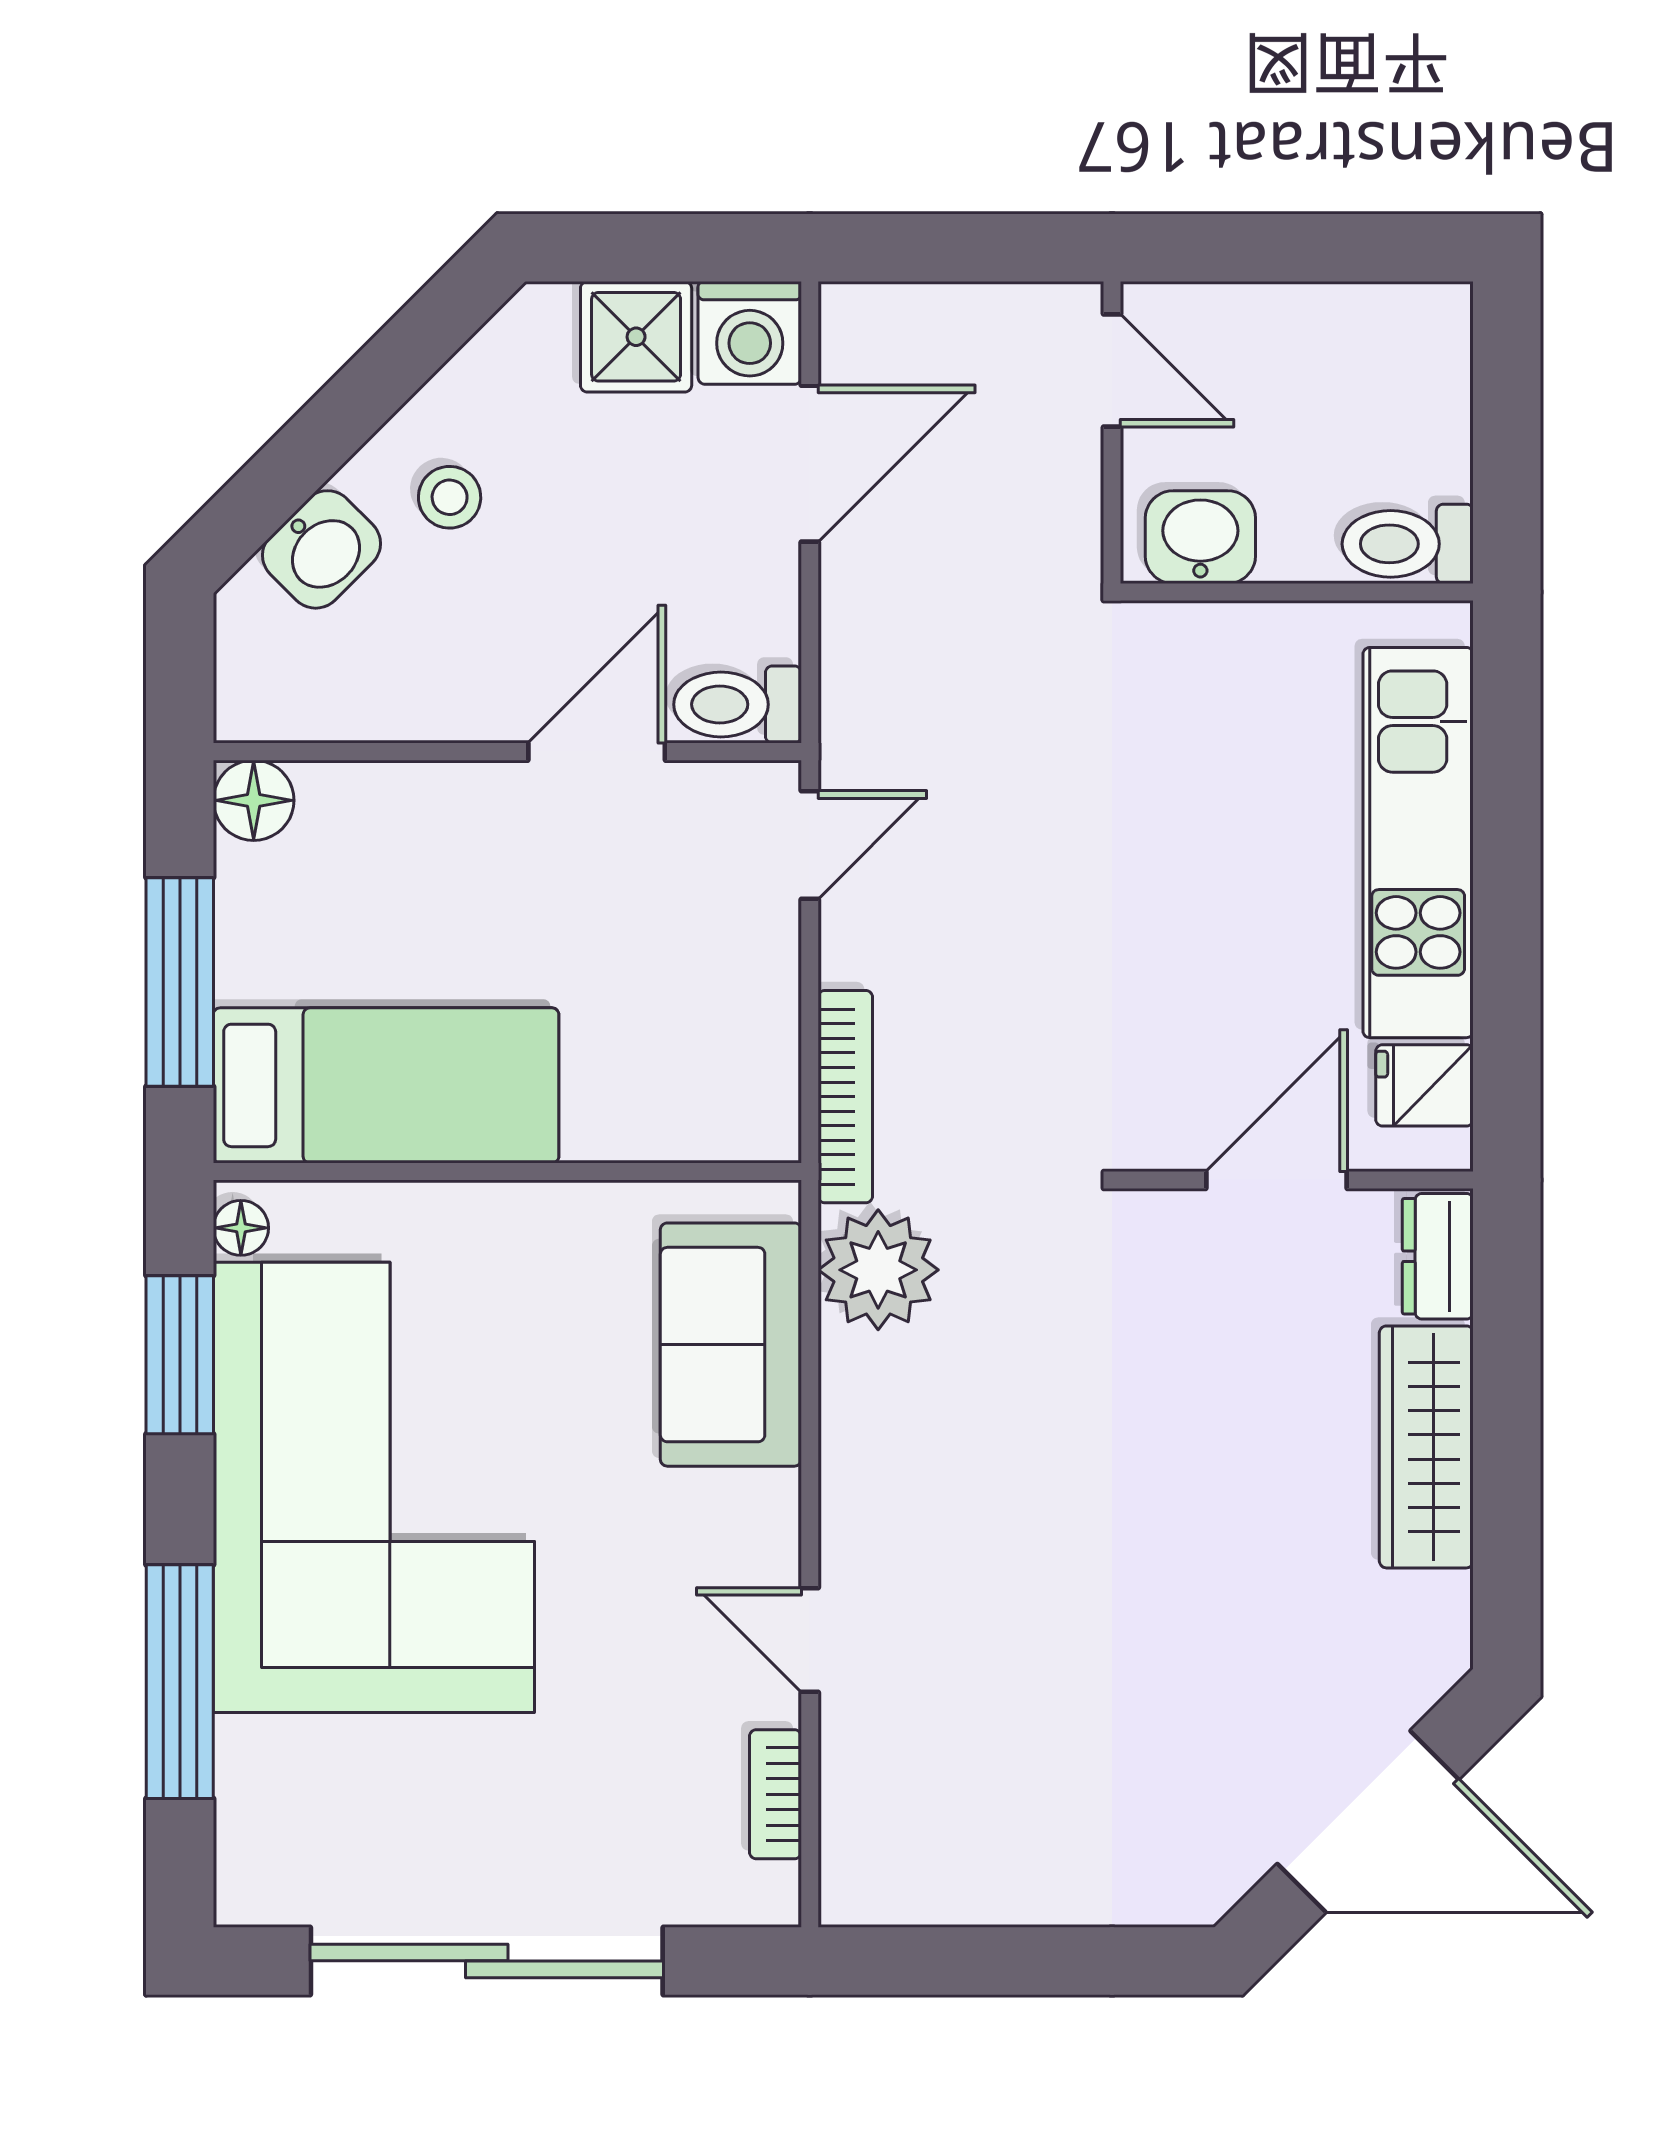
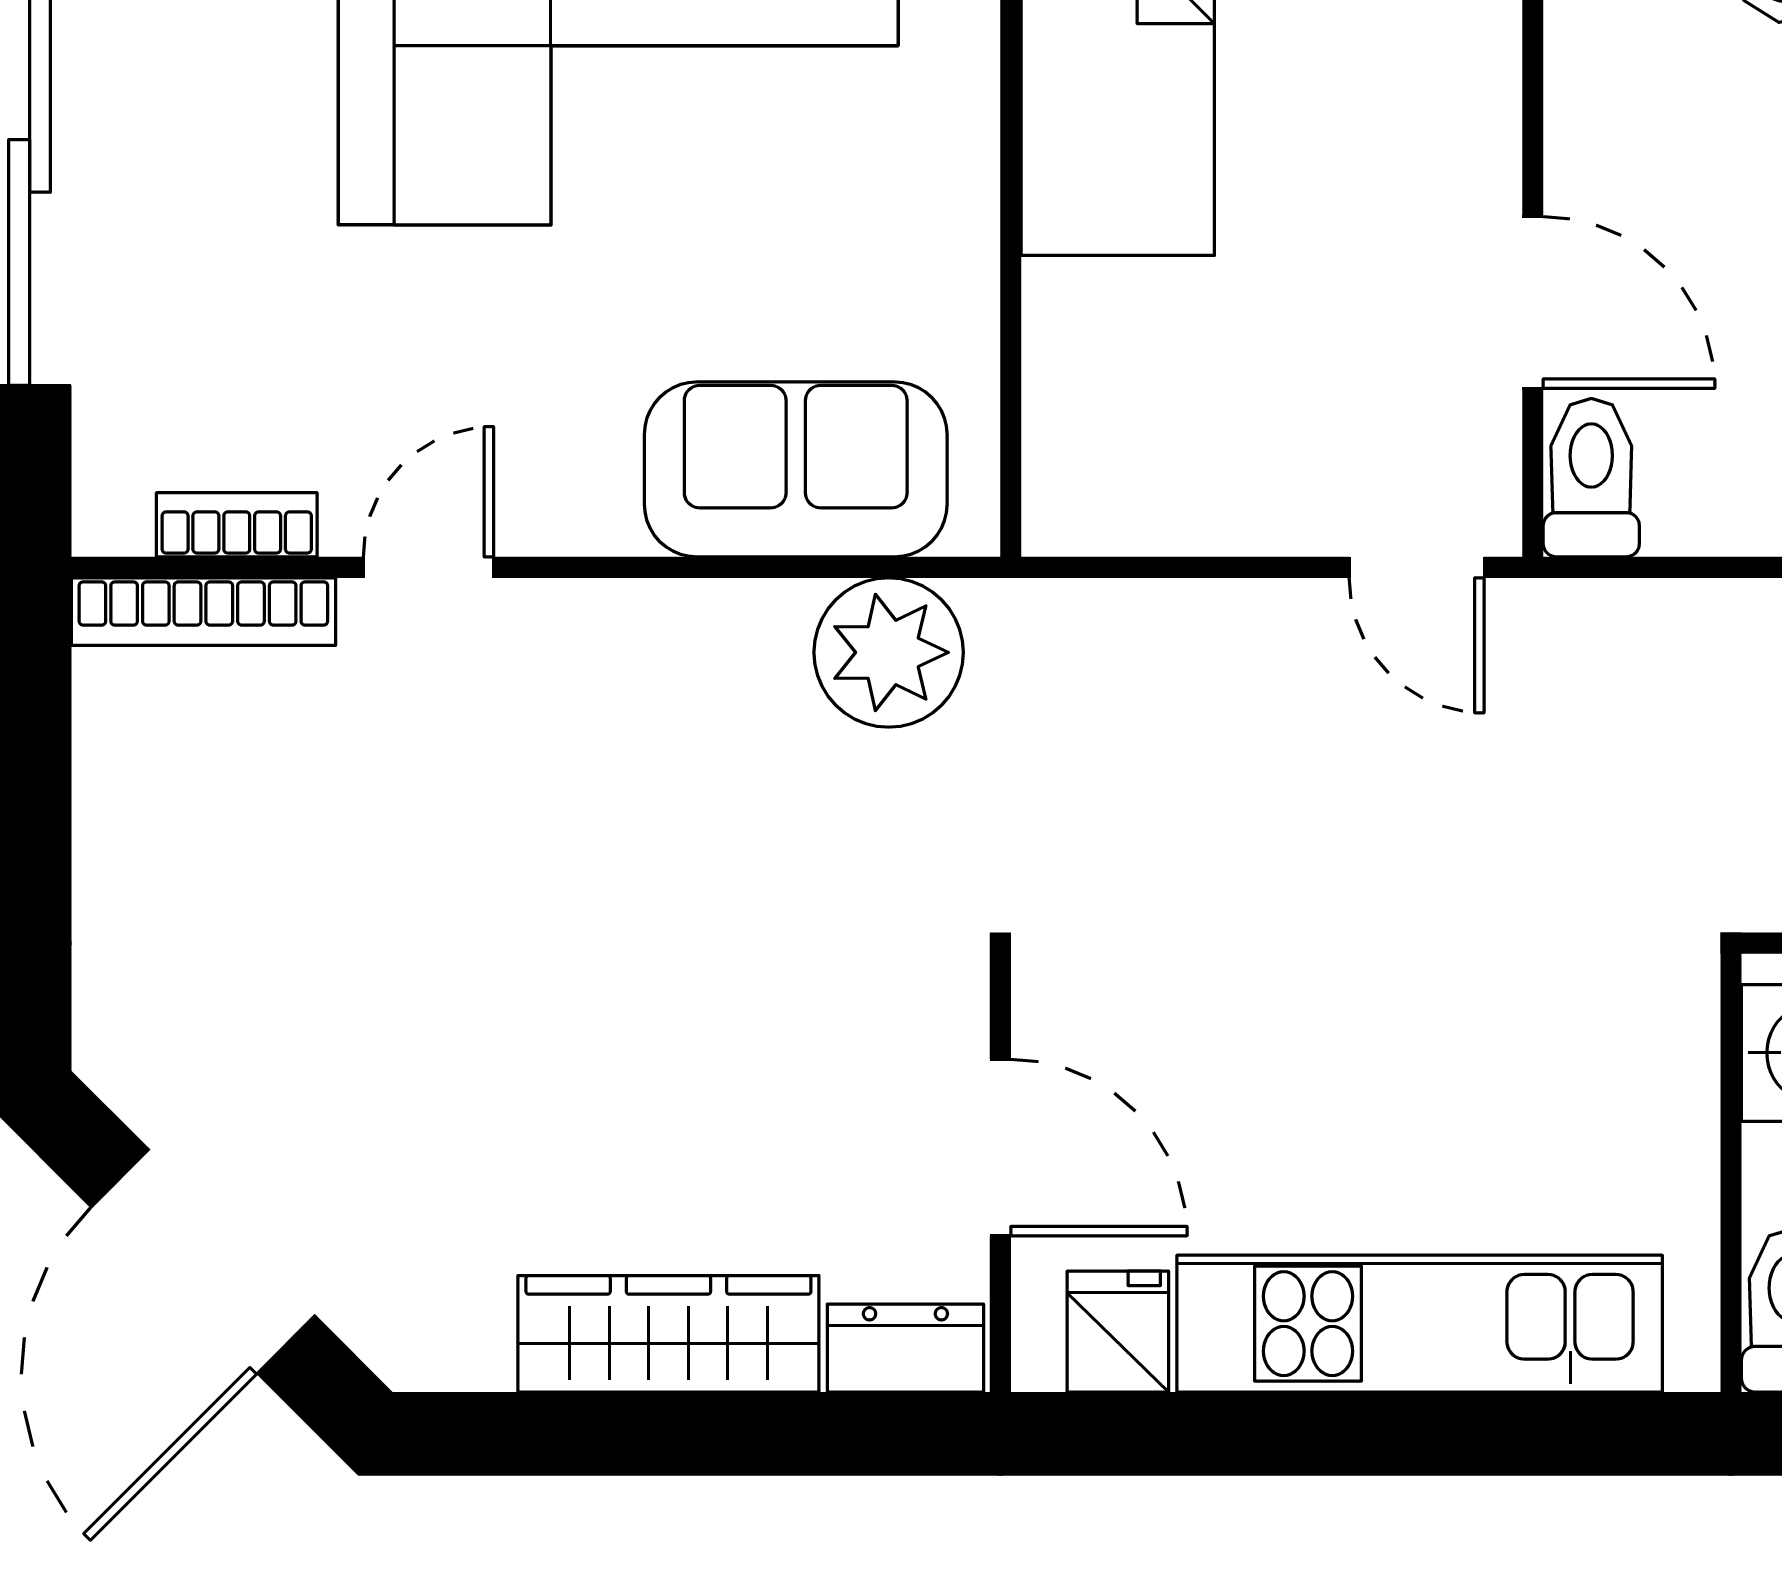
bookcase: (845, 1097) -> (203, 612), moved

